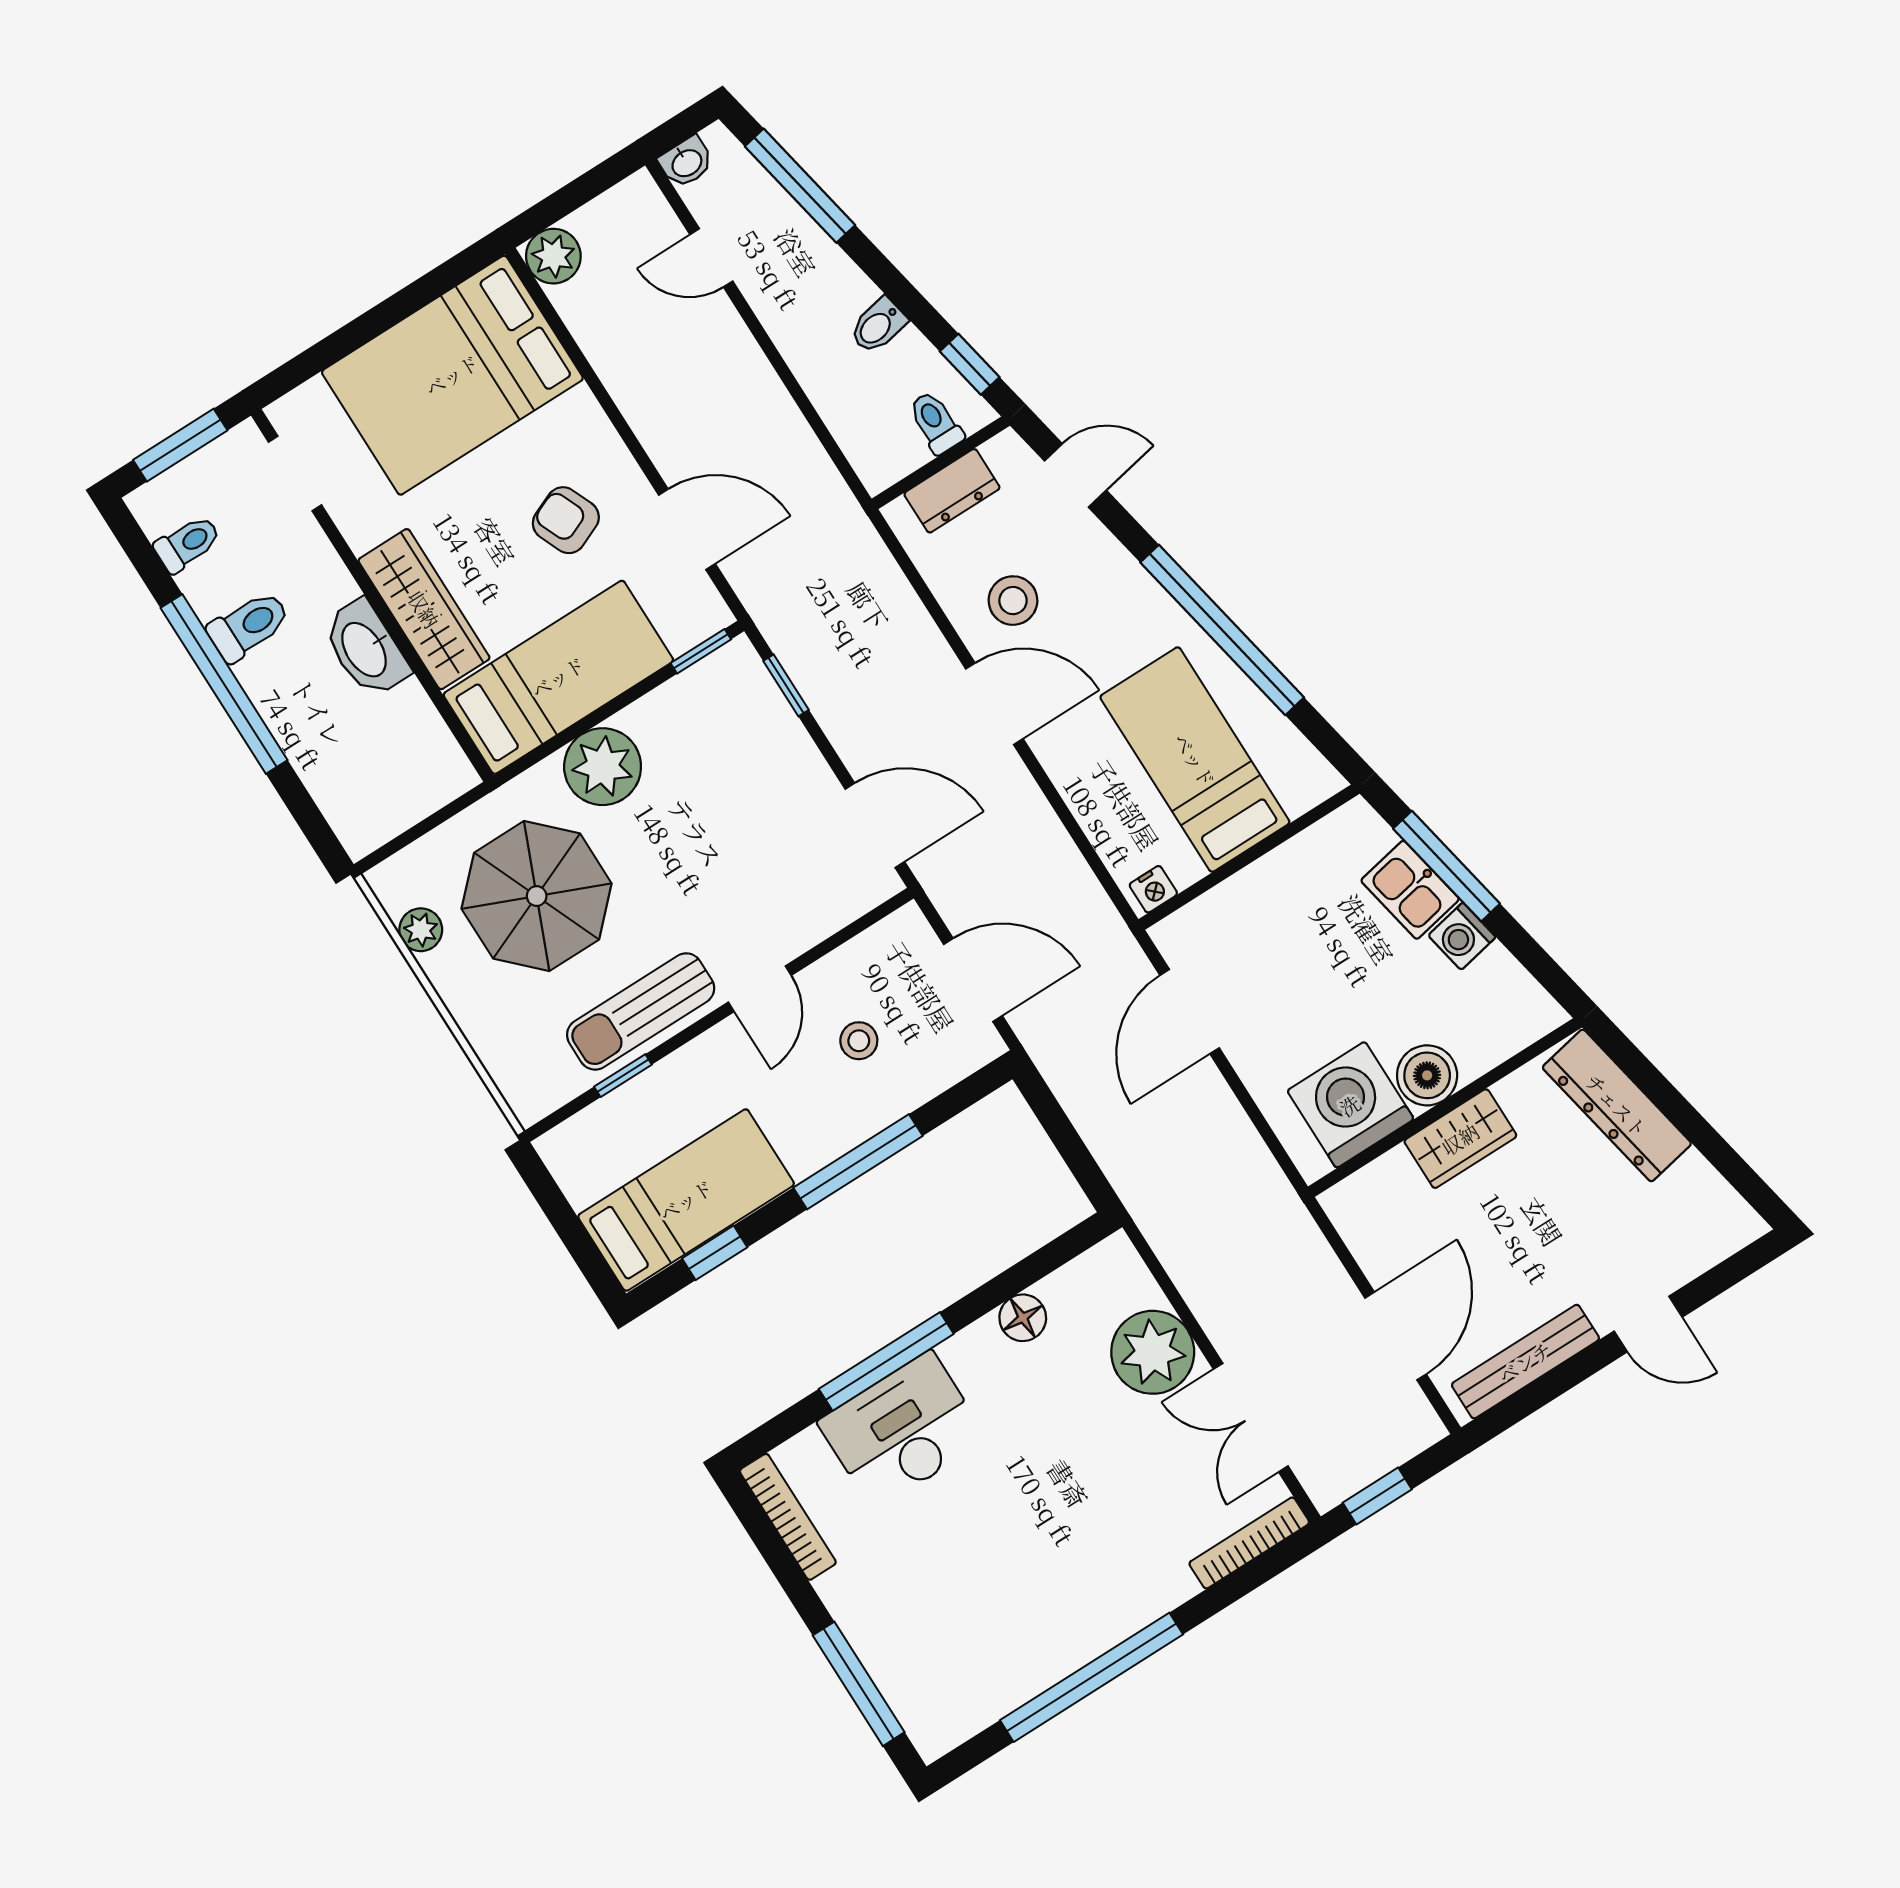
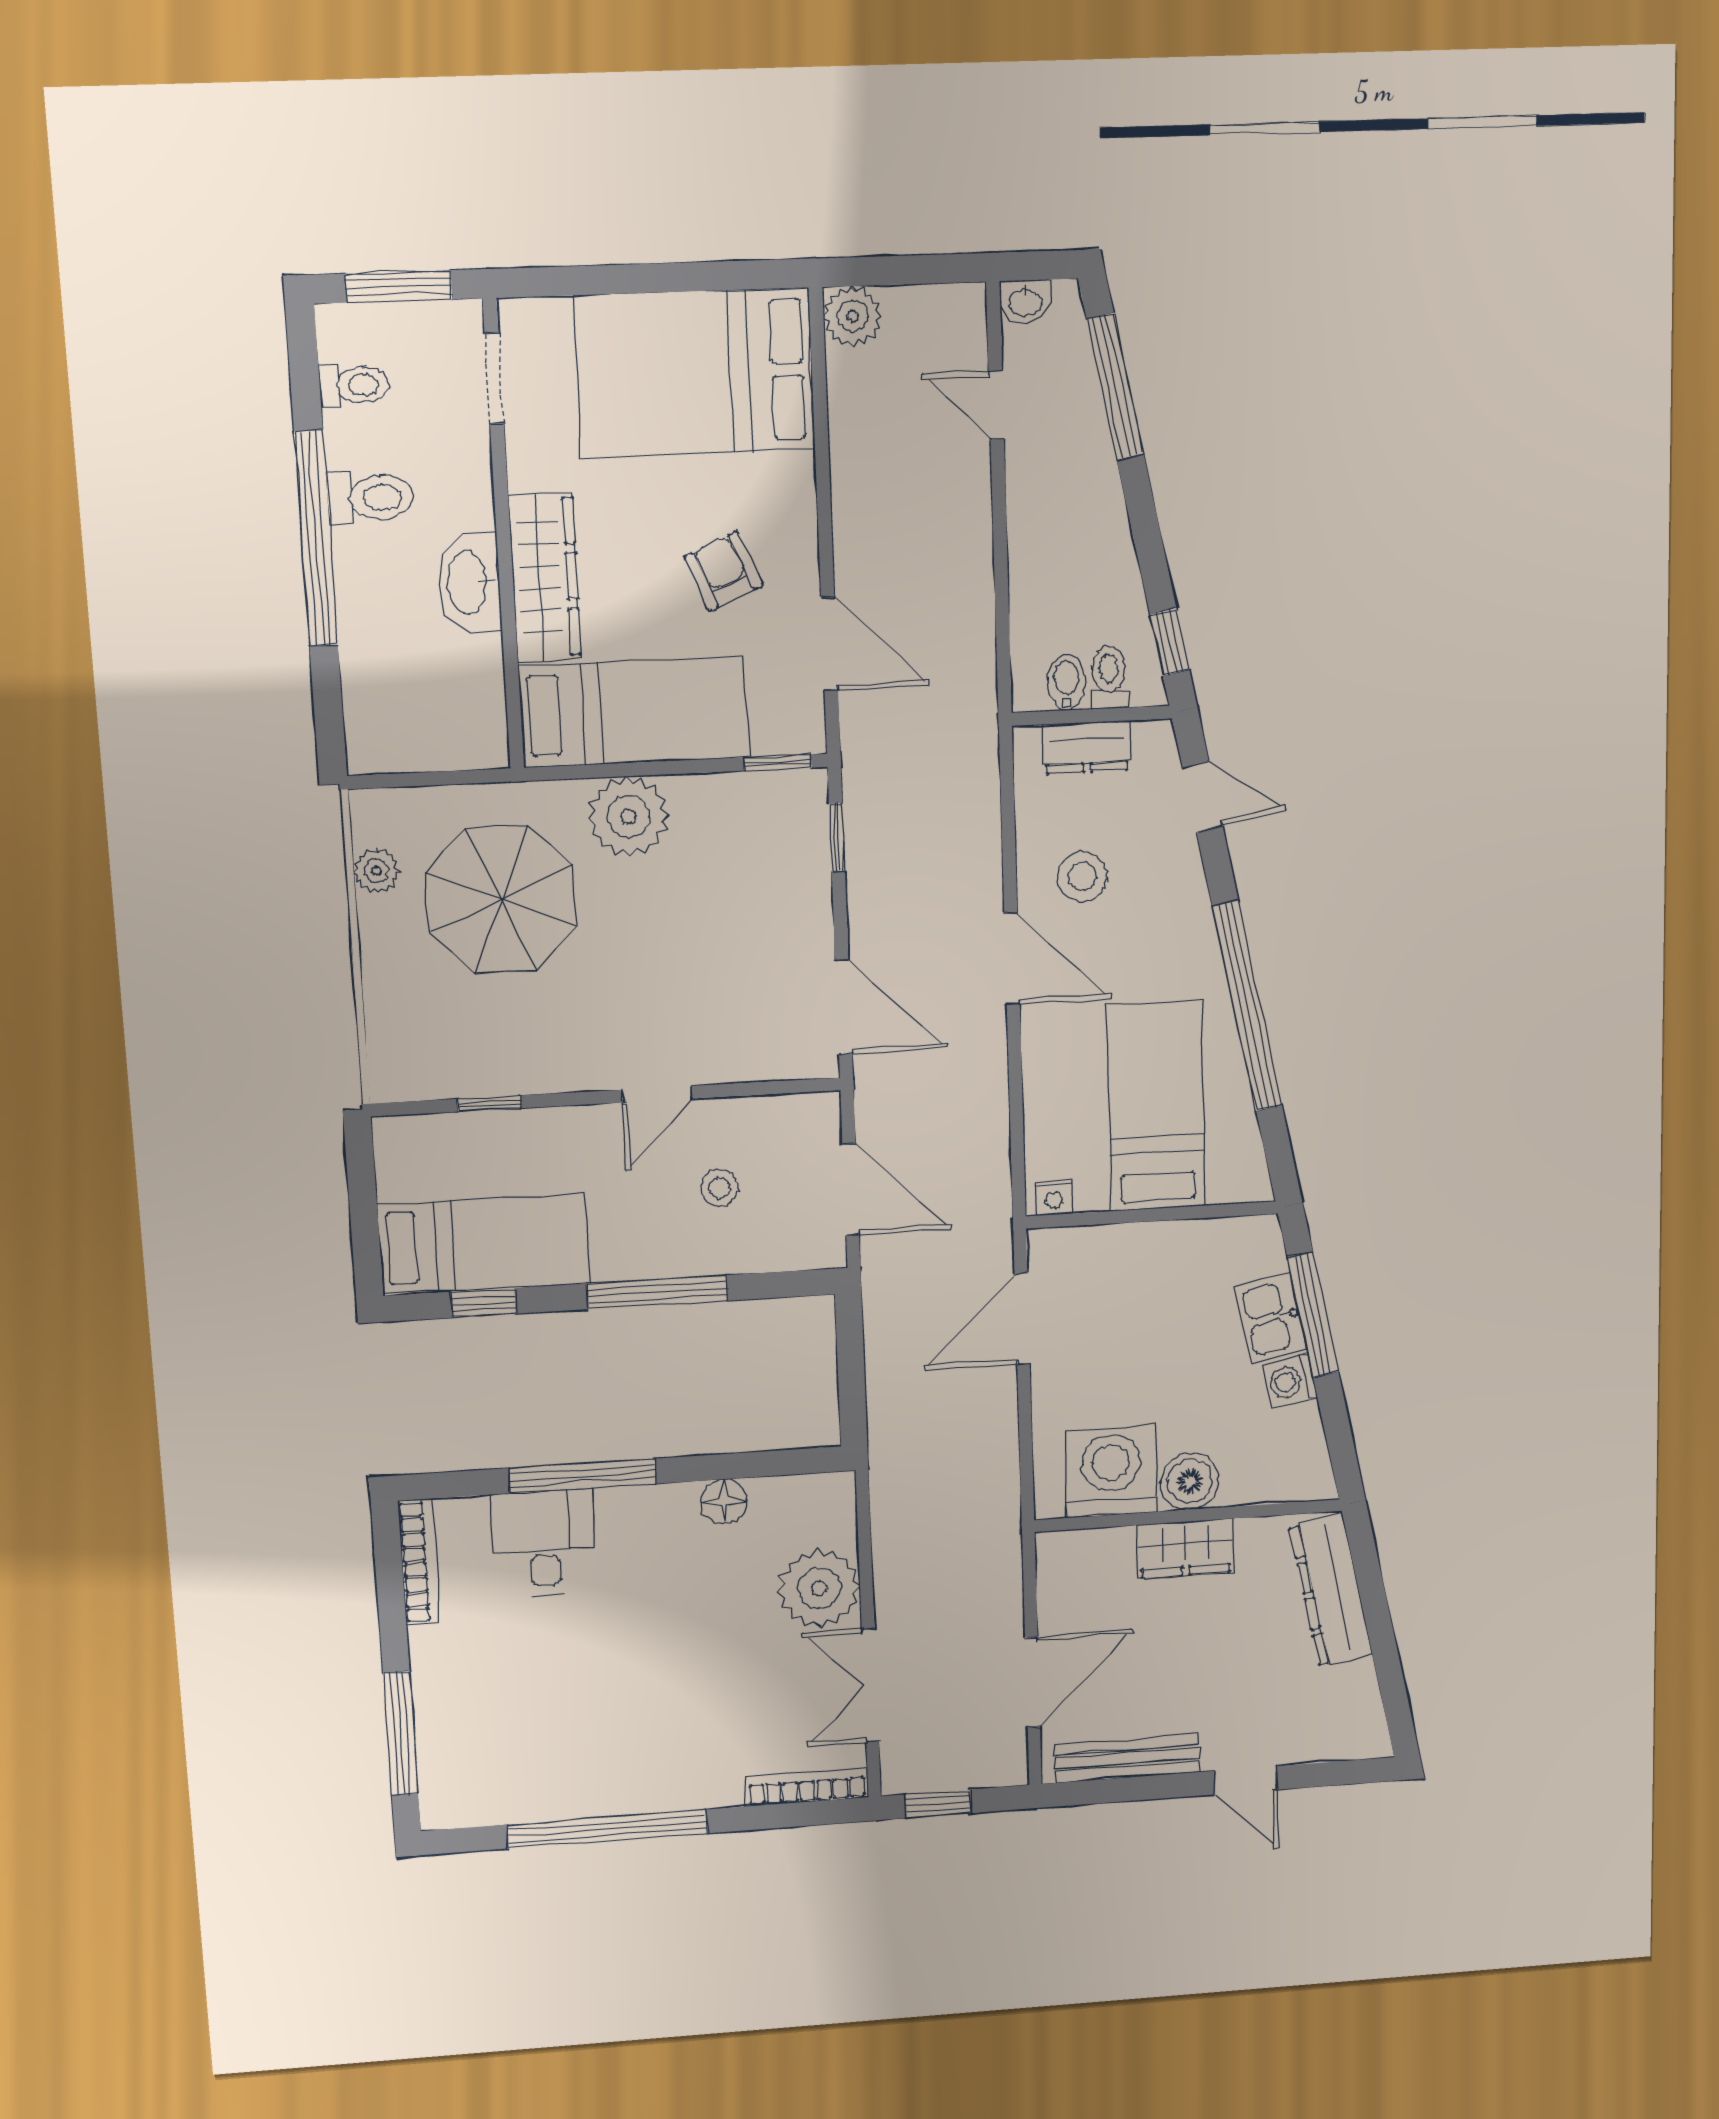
bidet: (878, 326) -> (1067, 682), moved, turned 101
sun lounger: (641, 1011) -> (538, 1055), removed
desk: (902, 1430) -> (544, 1543), width x0.73

